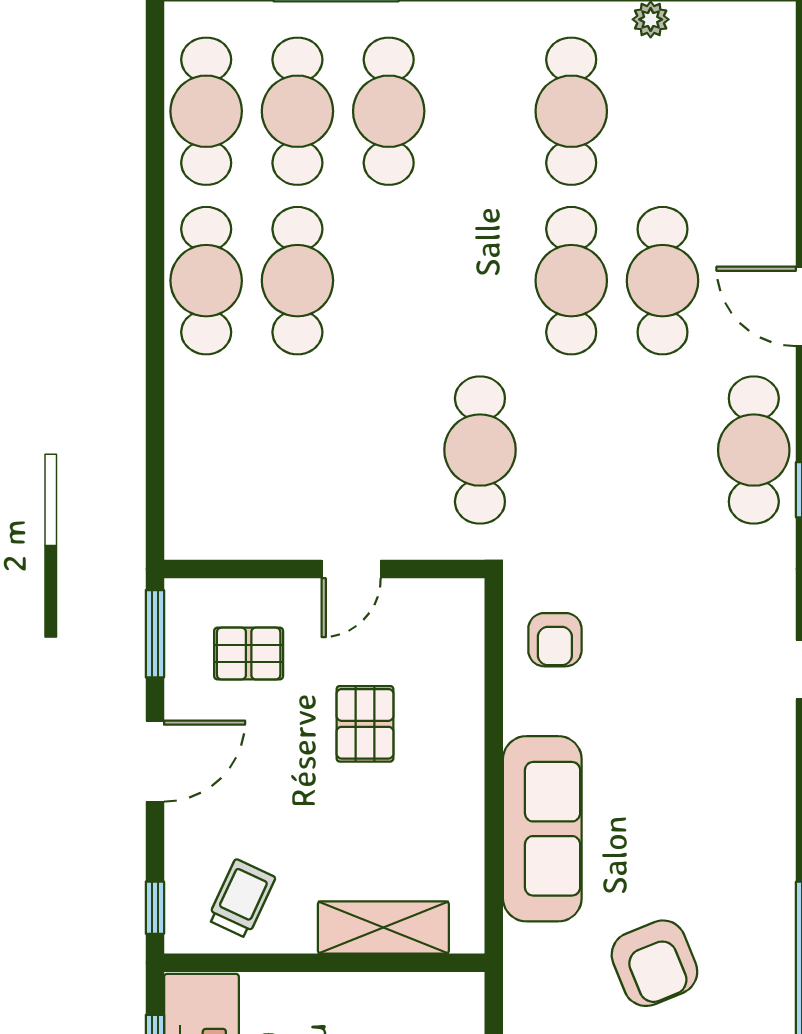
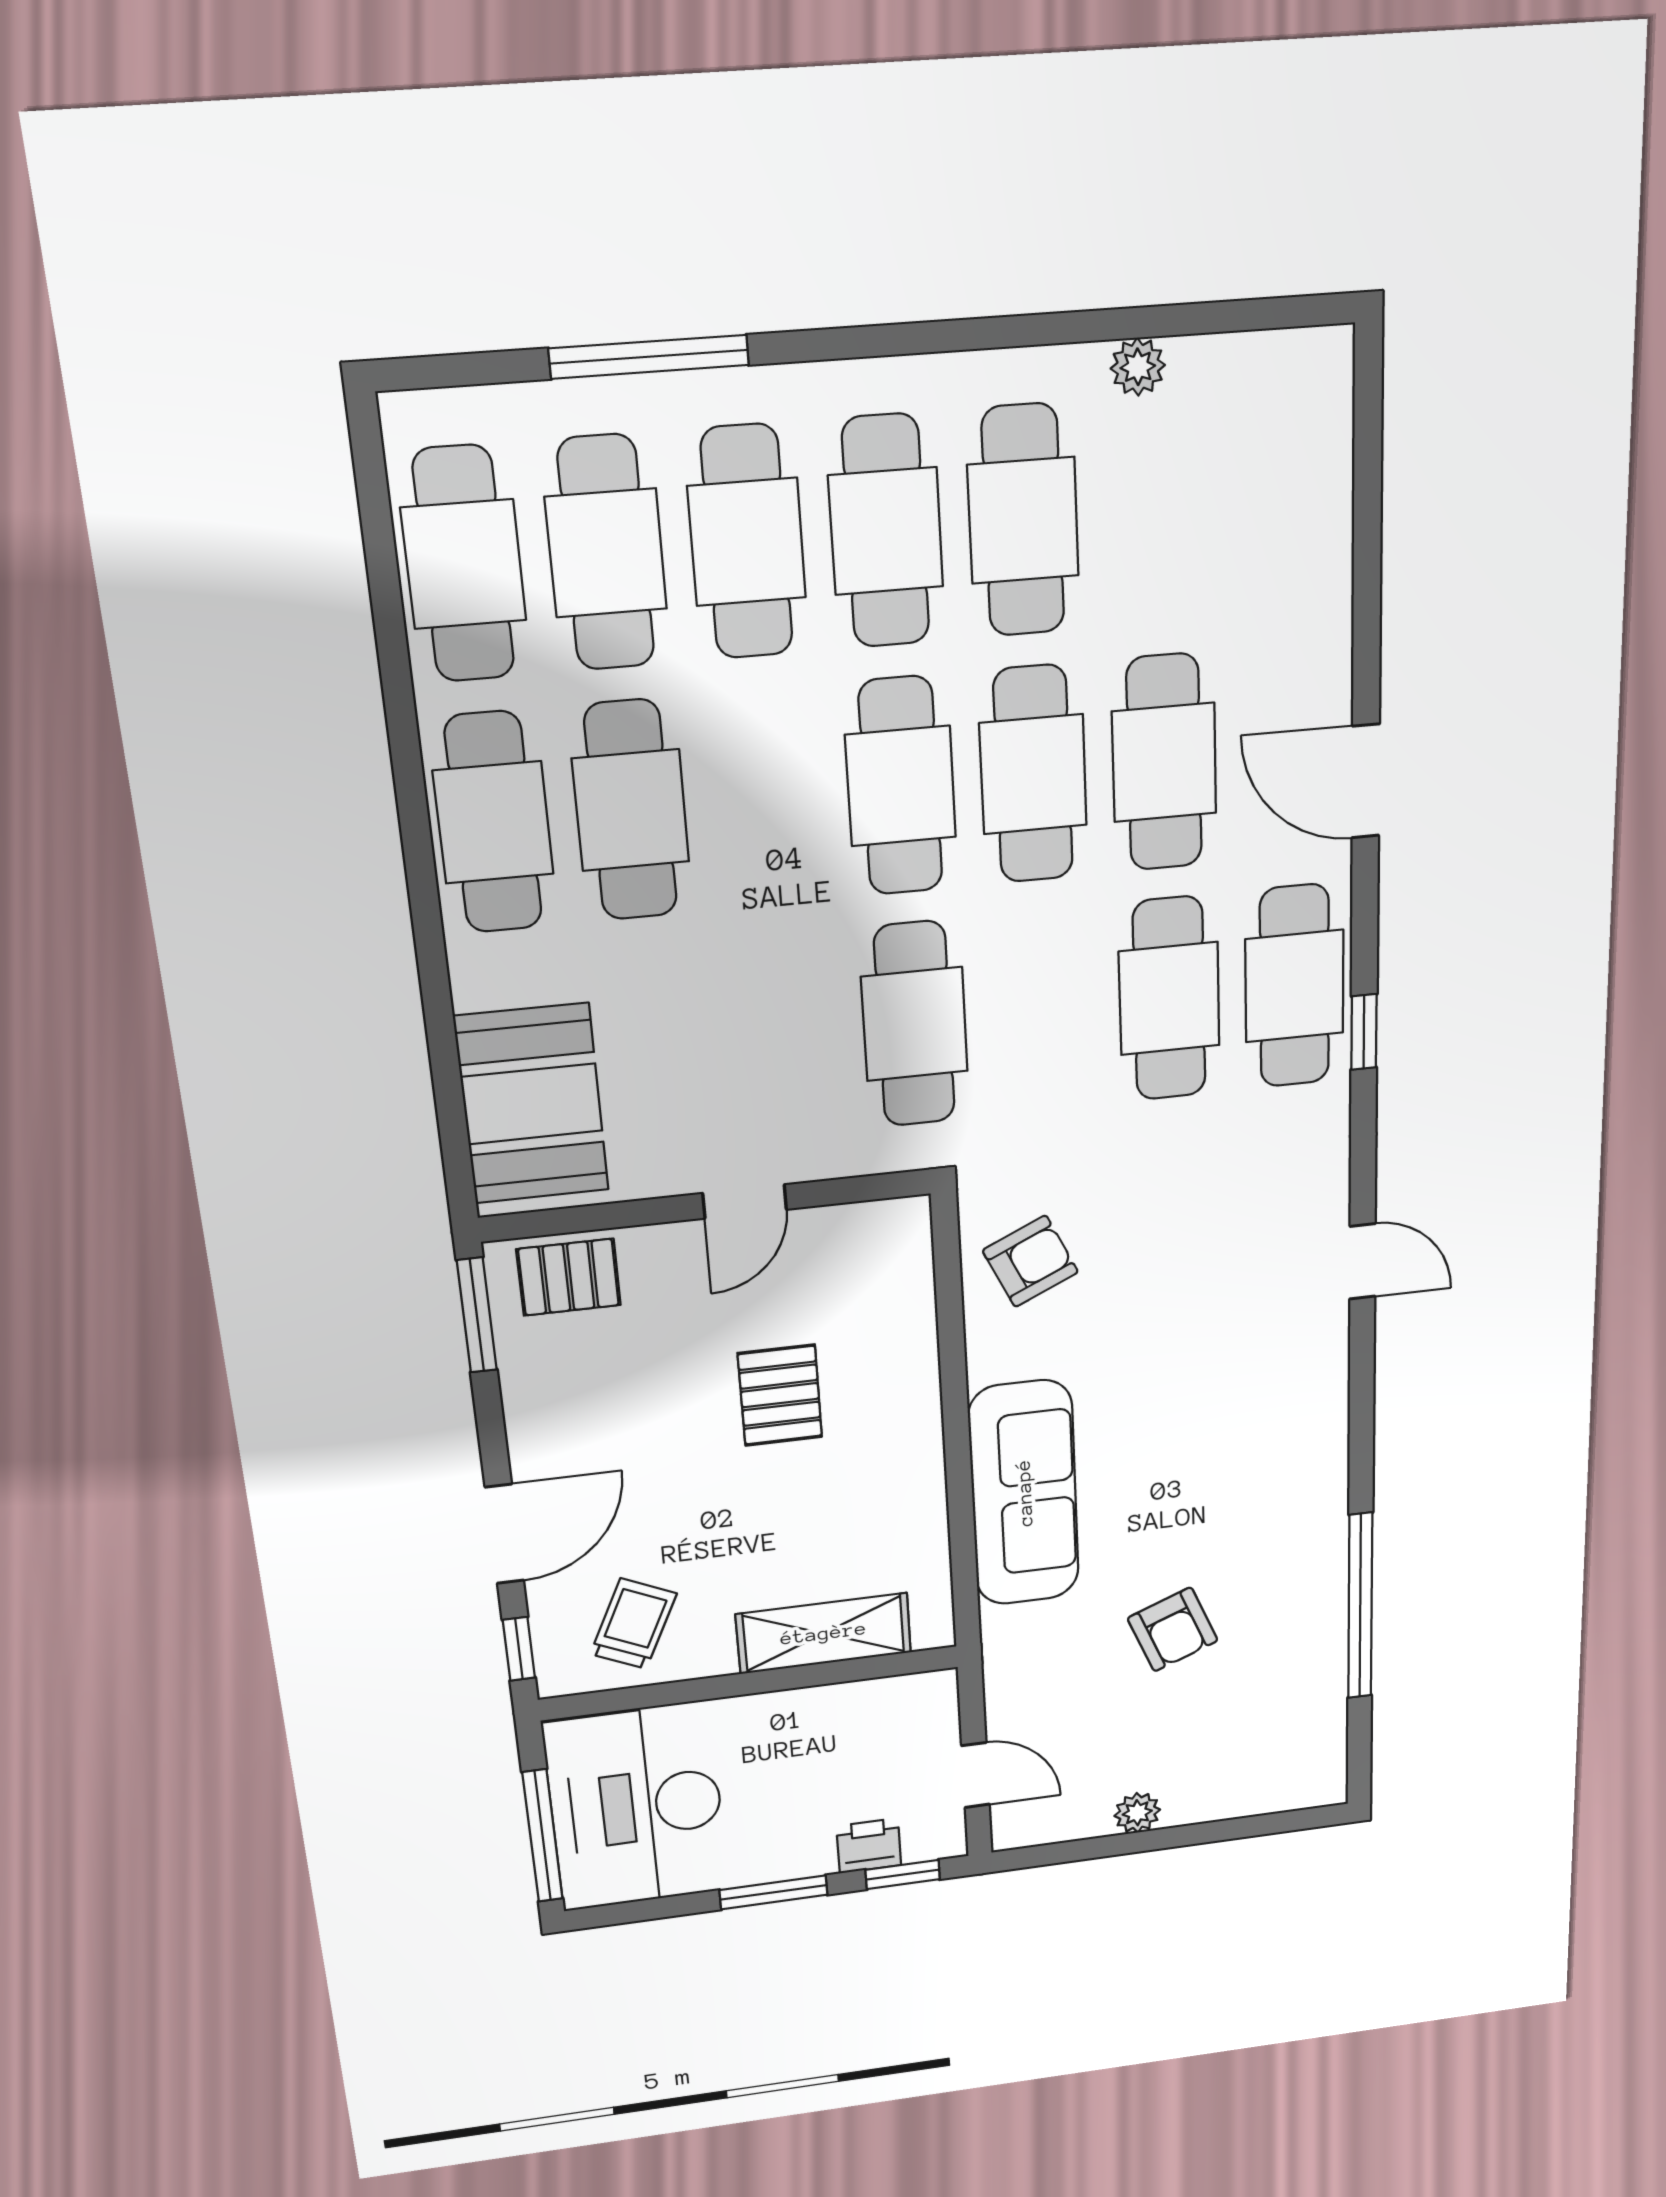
cafe table: (480, 111) -> (886, 531), added
cafe table: (480, 281) -> (901, 786), added
cafe table: (663, 450) -> (1169, 999), added
booth: (210, 480) -> (532, 1104), added
armchair: (555, 640) -> (1030, 1261), turned -115
pallet: (249, 654) -> (569, 1277), moved
door: (155, 761) -> (504, 1534), moved
armchair: (654, 963) -> (1173, 1629), width x0.72, depth x0.72

